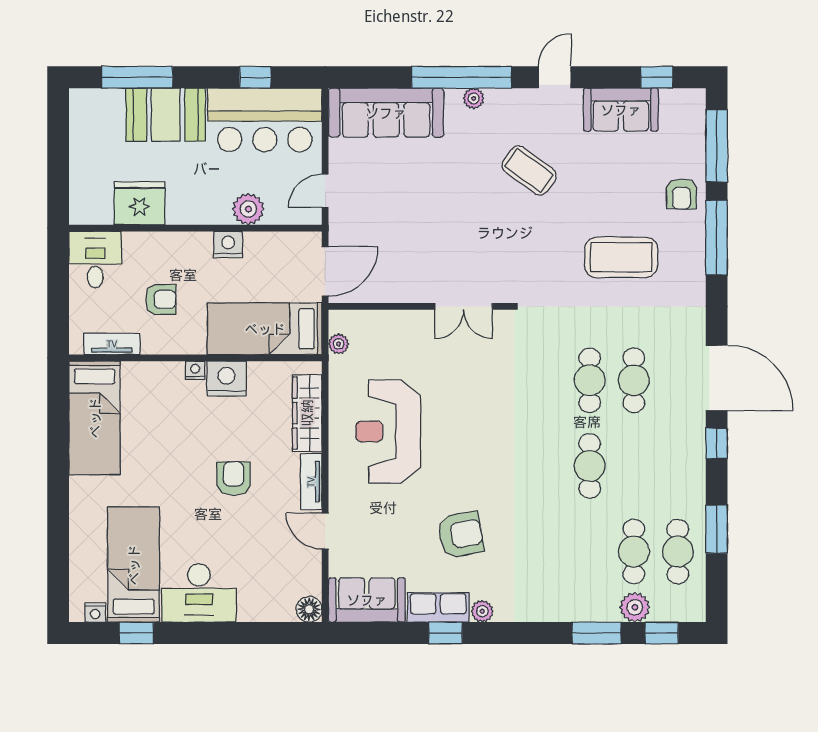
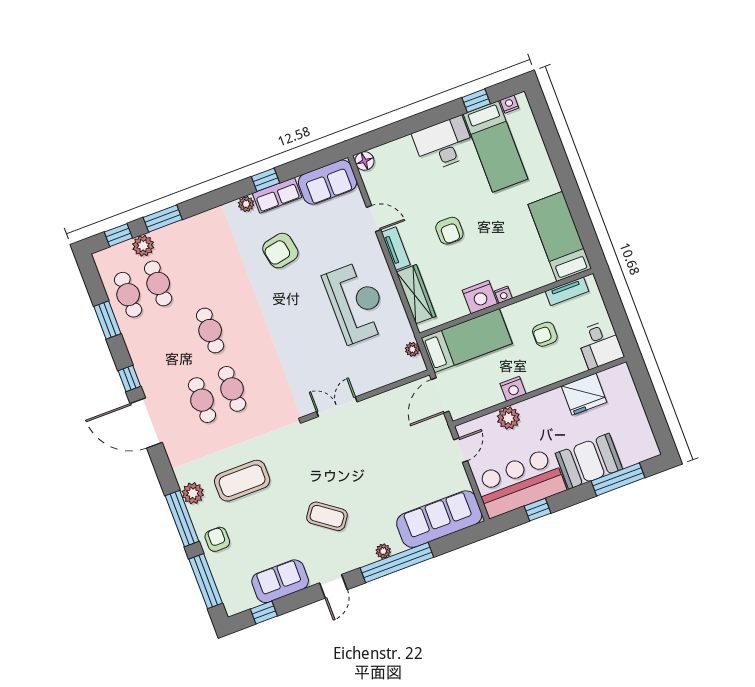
plant: (691, 265) -> (193, 493), added

